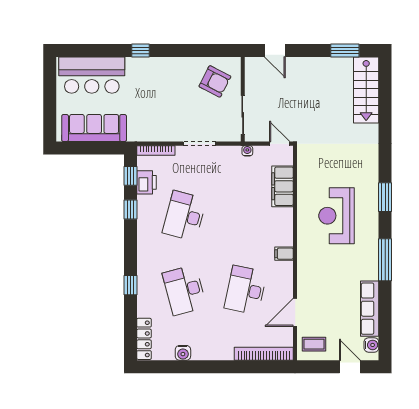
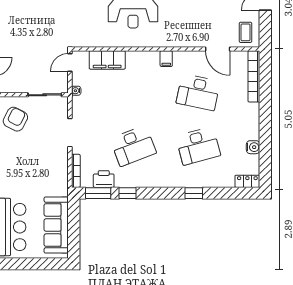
window: (131, 176) -> (98, 193), width x1.50
desk: (184, 216) -> (133, 146), turned -36
locker: (144, 339) -> (247, 181), width x0.66

